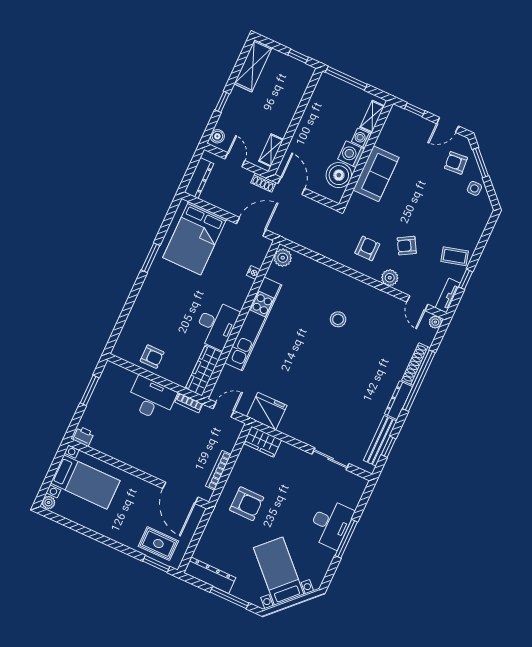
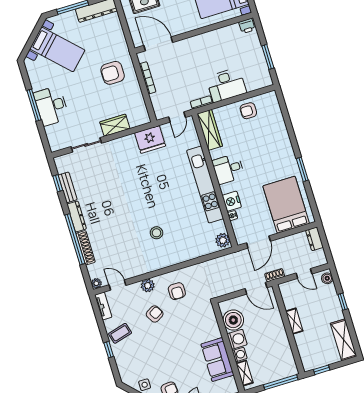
shelving: (271, 150) -> (294, 321), moved
sofa: (376, 174) -> (217, 360), moved
dresser: (199, 178) -> (314, 239), width x0.70
window: (466, 279) -> (109, 350), moved
nightstand: (242, 286) -> (232, 201), added
desk: (216, 325) -> (228, 169), width x0.73
bench: (380, 441) -> (68, 187), width x0.73
wardrobe: (262, 442) -> (115, 125), moved

